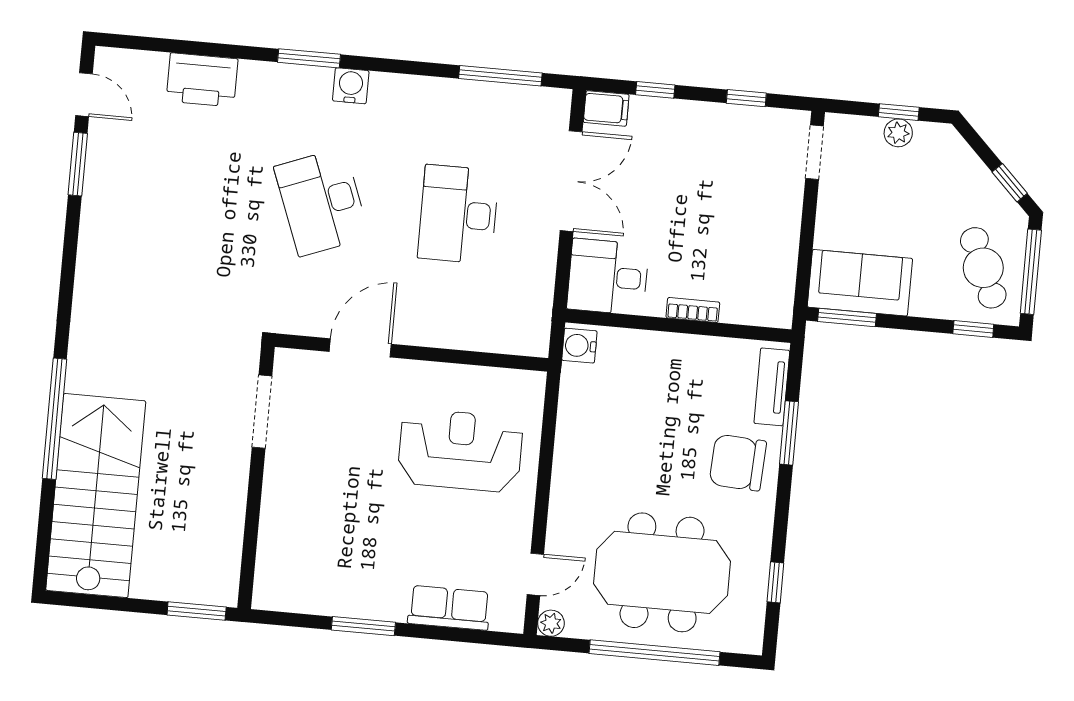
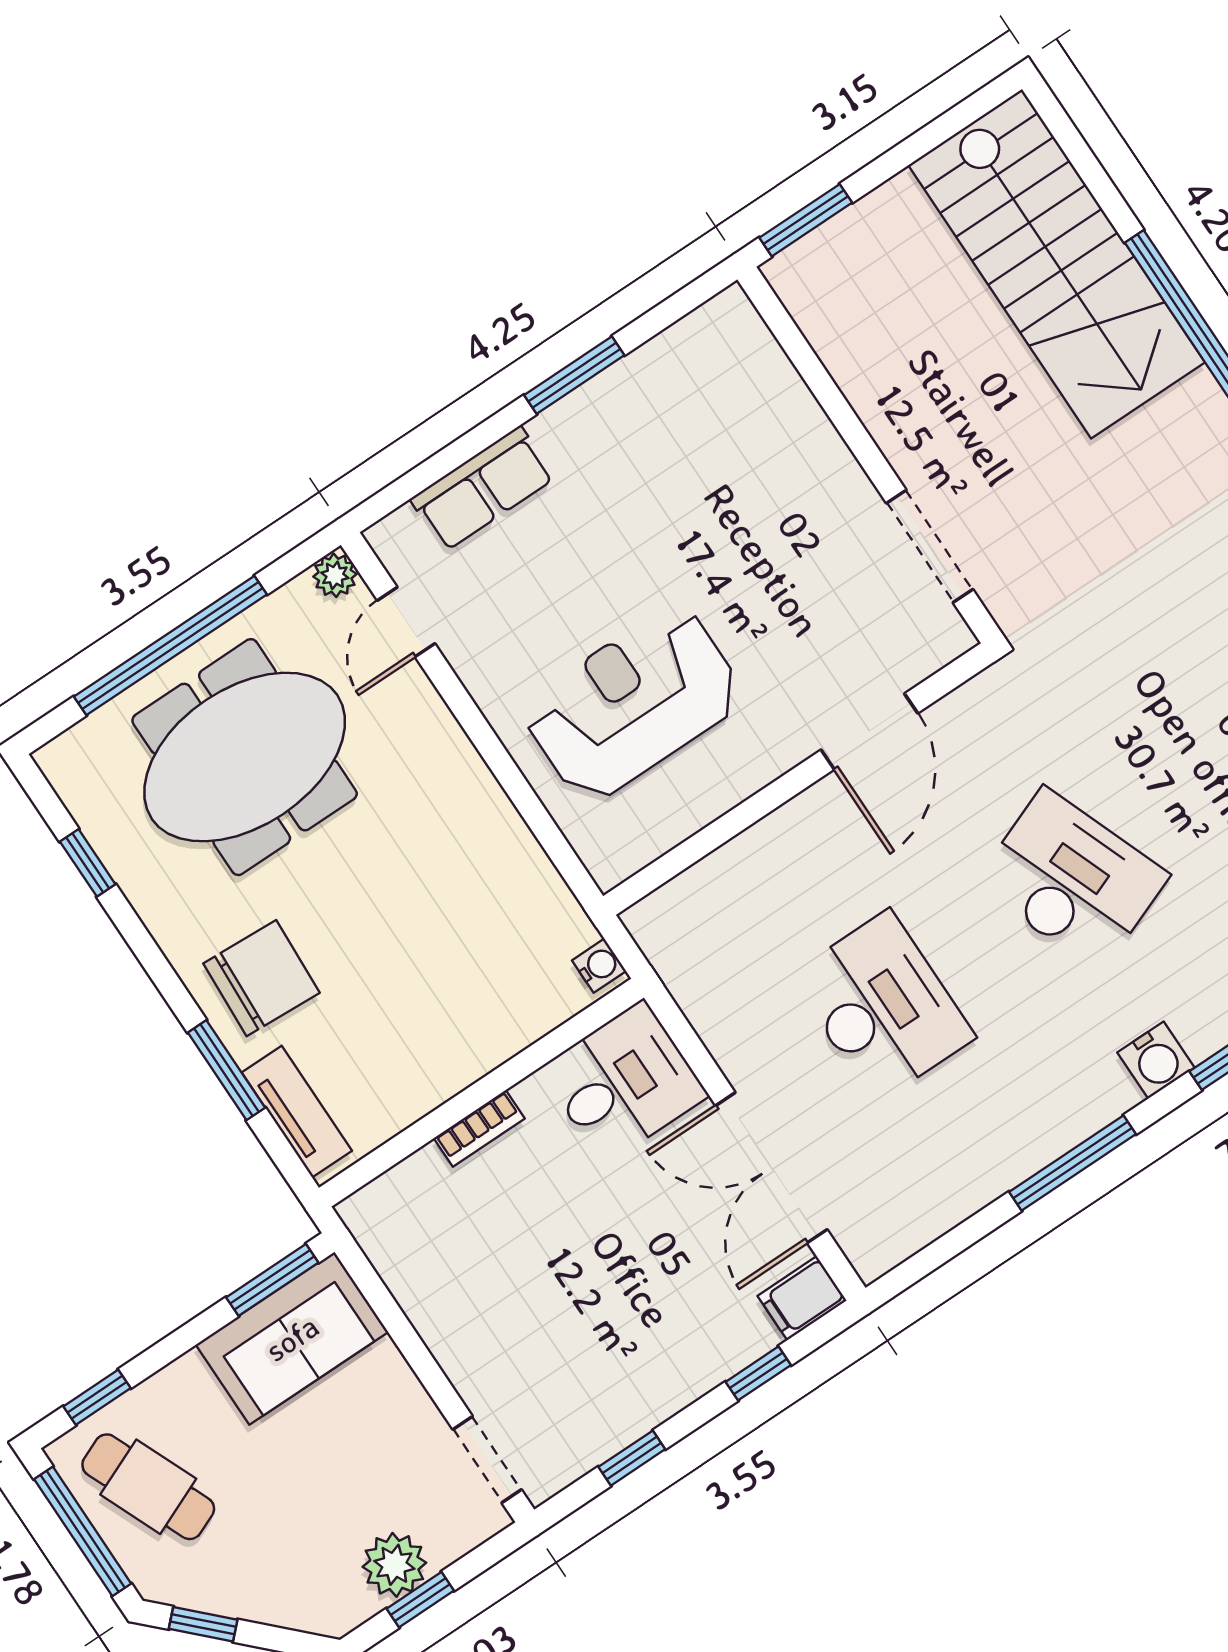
window: (500, 76) -> (1073, 1163), moved
plant: (898, 133) -> (394, 1565), width x1.38, depth x1.38
water cooler: (579, 346) -> (599, 966), width x0.72, depth x0.72
reception desk: (460, 450) -> (633, 703), turned 180

